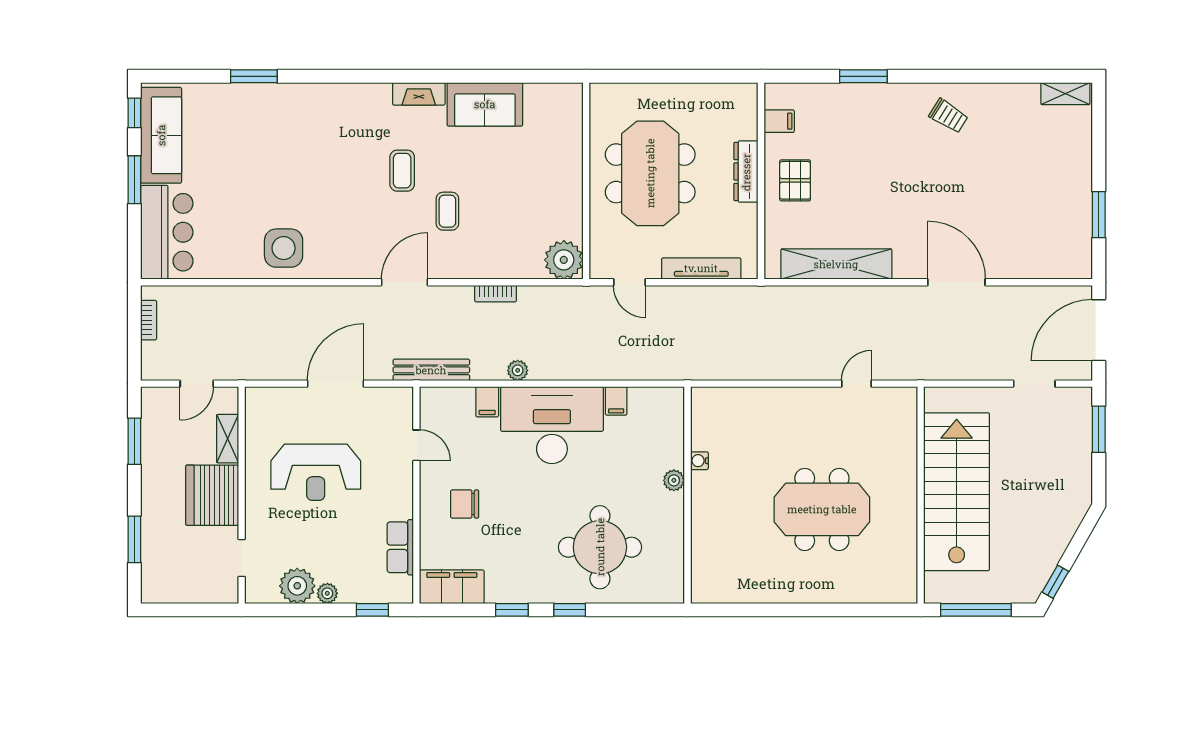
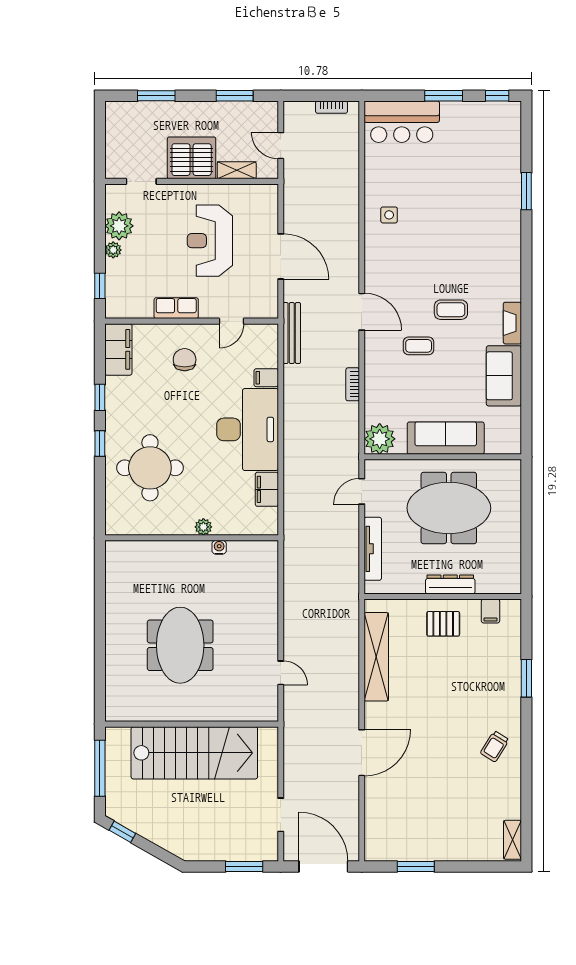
sofa: (161, 135) -> (446, 438), moved, turned 180
side table: (284, 248) -> (389, 215), width x0.54, depth x0.54
plant: (518, 370) -> (291, 402), removed
filing cabinet: (616, 401) -> (267, 489), width x2.00
row of seats: (400, 547) -> (176, 308), moved

